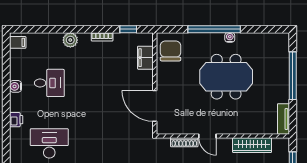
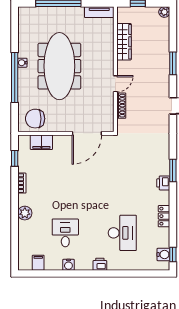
filing cabinet: (18, 42) -> (38, 263), moved
meeting table: (226, 77) -> (59, 66), width x1.36
desk: (49, 143) -> (122, 233), turned 180

